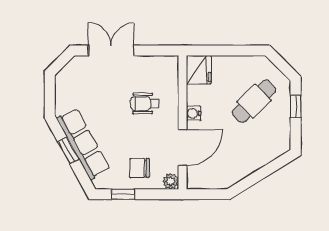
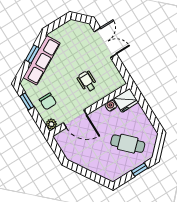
water cooler: (194, 113) -> (111, 106), moved
chair: (140, 168) -> (48, 101), turned 180

